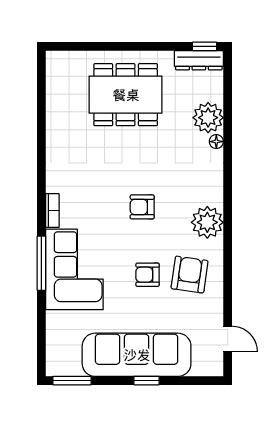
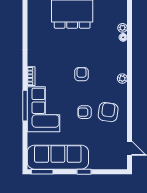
plant: (208, 118) -> (123, 28), width x0.53, depth x0.53
armchair: (142, 207) -> (82, 74), turned 90
plant: (207, 222) -> (122, 79), width x0.53, depth x0.53
sofa: (137, 355) -> (58, 157), moved

